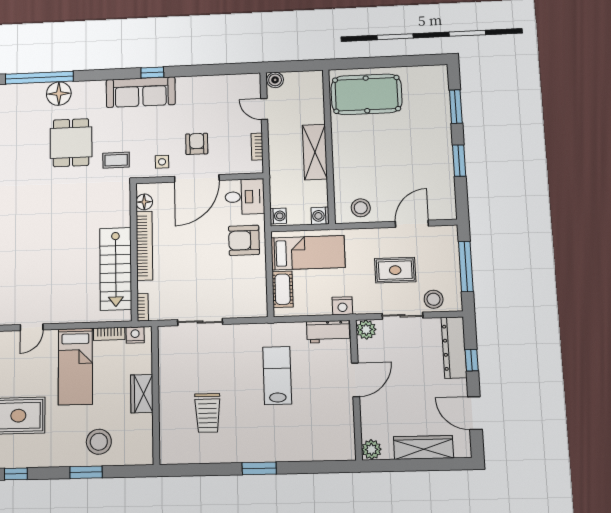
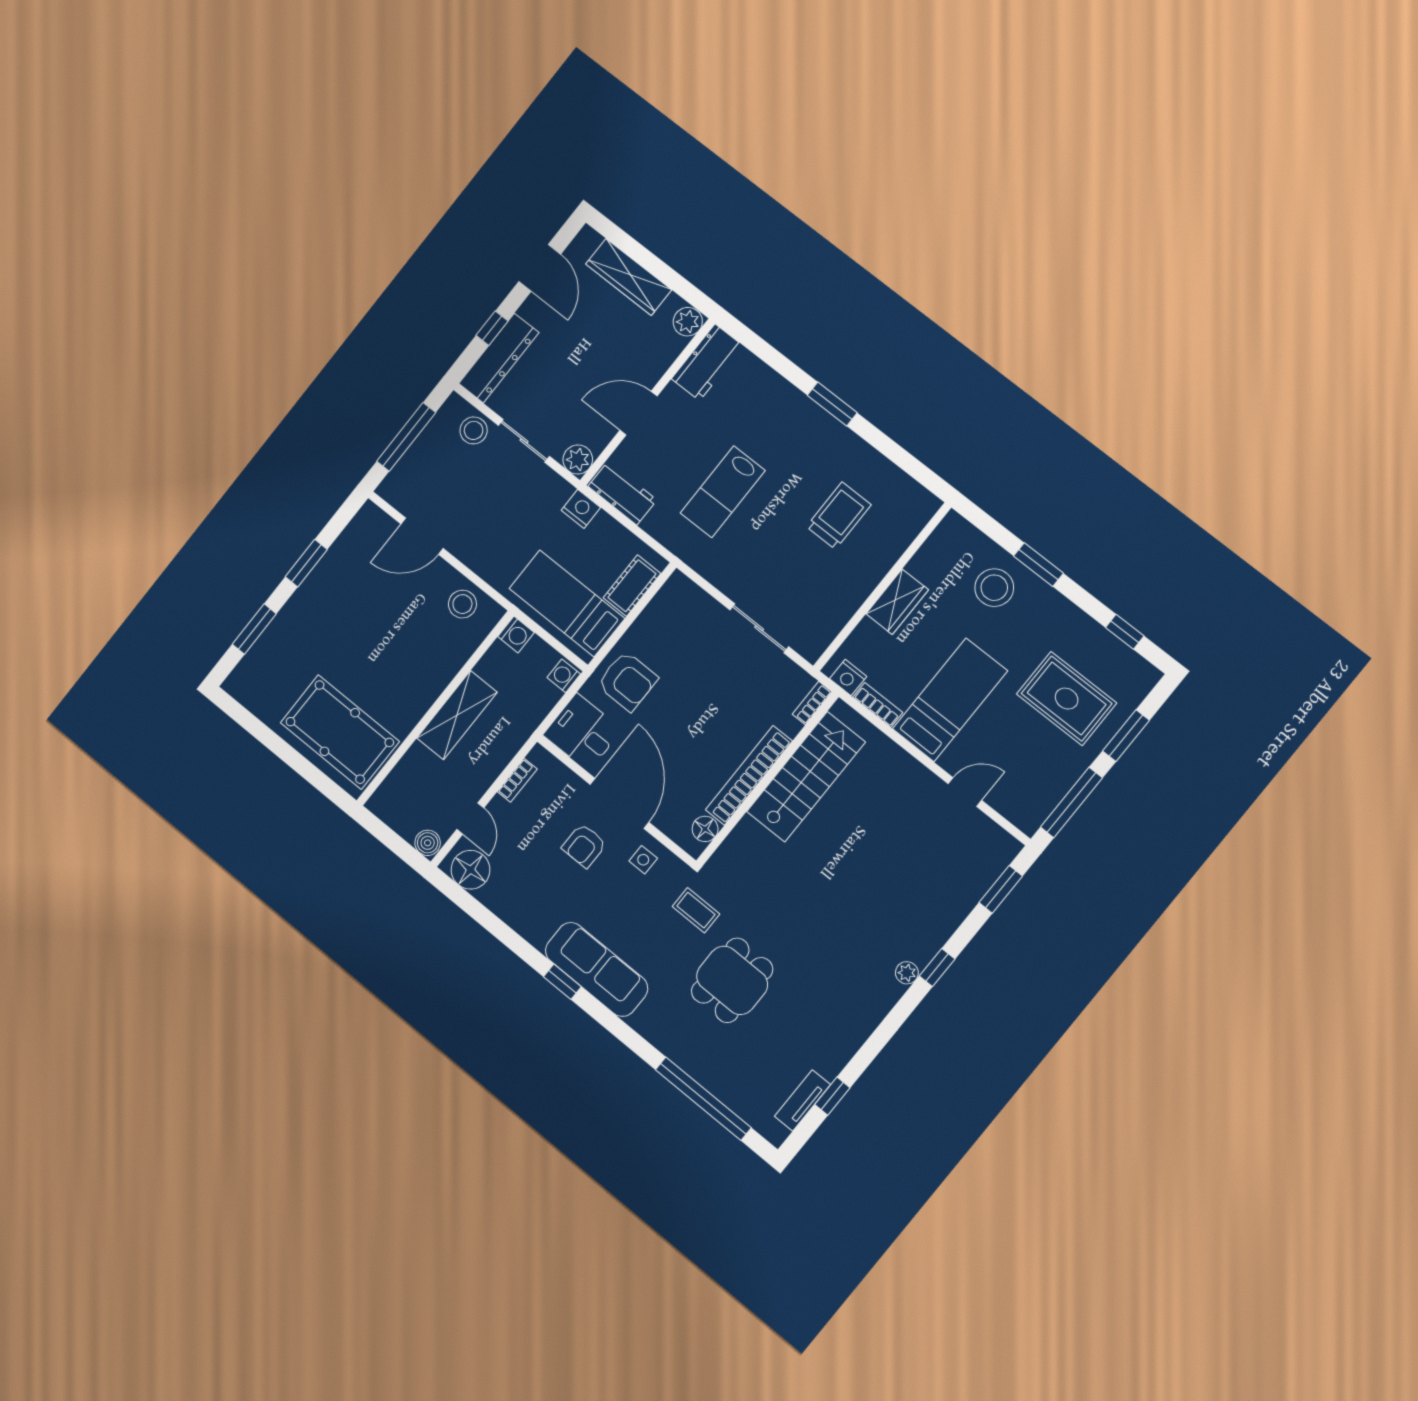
floor lamp: (59, 94) -> (471, 870), moved
door: (197, 178) -> (619, 803), hinge flipped
rug: (395, 270) -> (487, 499), removed
workbench: (343, 436) -> (707, 362), added

